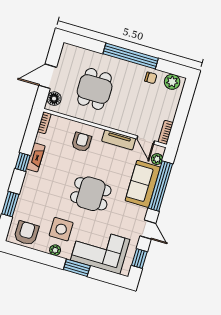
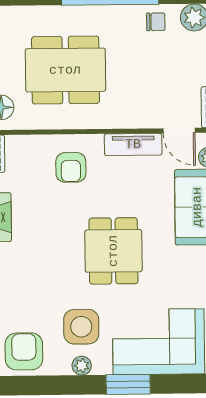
dining table: (95, 89) -> (65, 70), width x1.38
armchair: (82, 142) -> (71, 167), turned 180
dining table: (91, 194) -> (113, 251), turned 90

